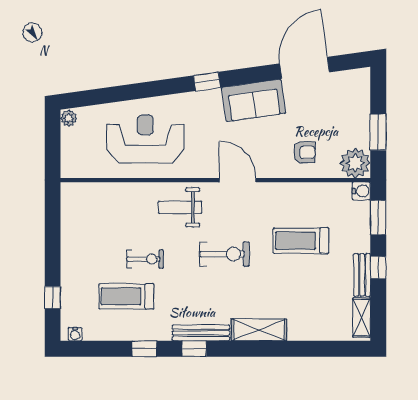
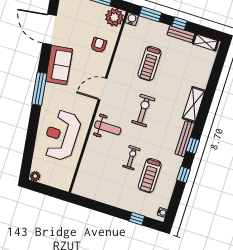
window: (207, 81) -> (39, 89), width x2.17
weight bench: (180, 207) -> (108, 128), turned -90

